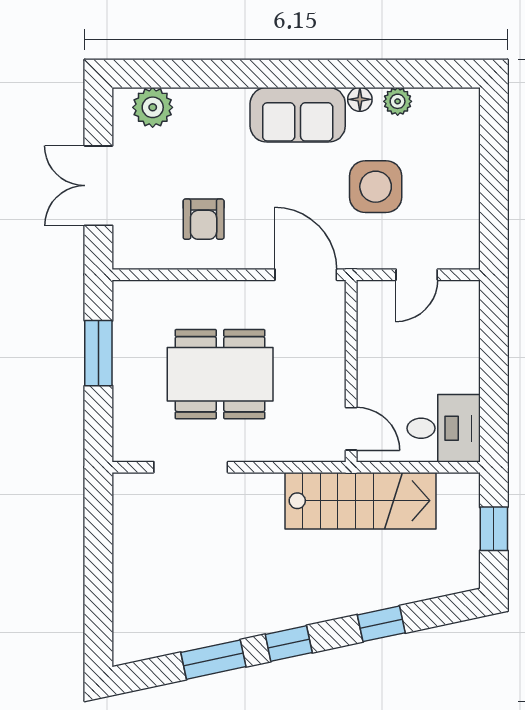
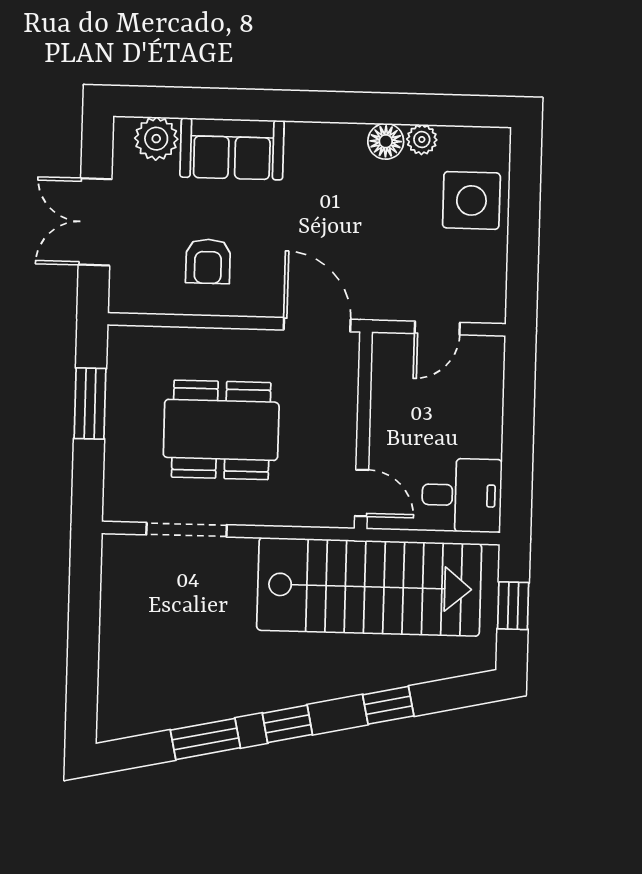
floor lamp: (360, 99) -> (386, 141), width x1.37, depth x1.37
sofa: (298, 115) -> (232, 149), moved
side table: (376, 187) -> (471, 200), moved
stairs: (361, 501) -> (369, 587), width x1.36, depth x1.51

